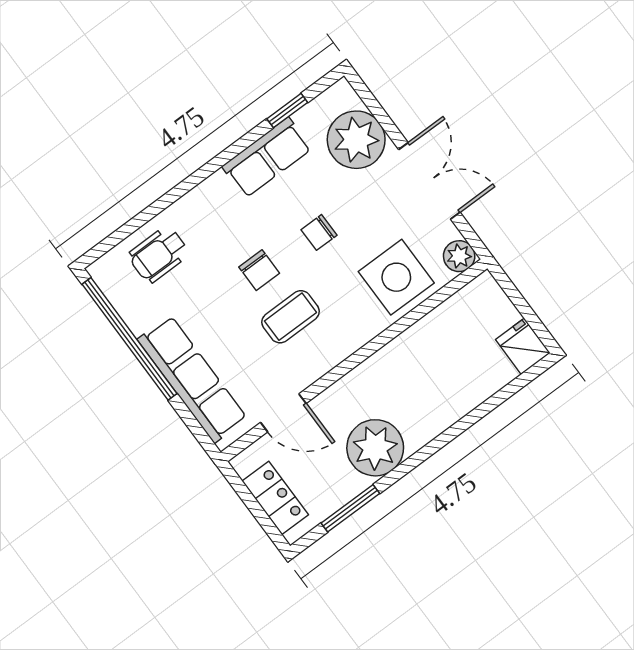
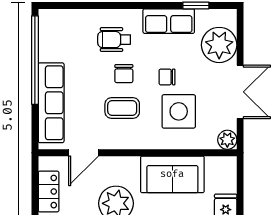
wheelchair: (159, 254) -> (114, 40), moved
side table: (396, 277) -> (179, 111), moved
sofa: (421, 355) -> (172, 174), added
door: (283, 413) -> (84, 153), hinge flipped

